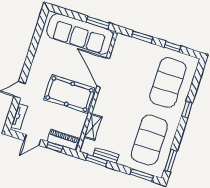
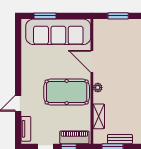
window: (98, 23) -> (45, 16), moved
door: (103, 72) -> (92, 61), width x0.73
plant: (101, 99) -> (98, 88), added

